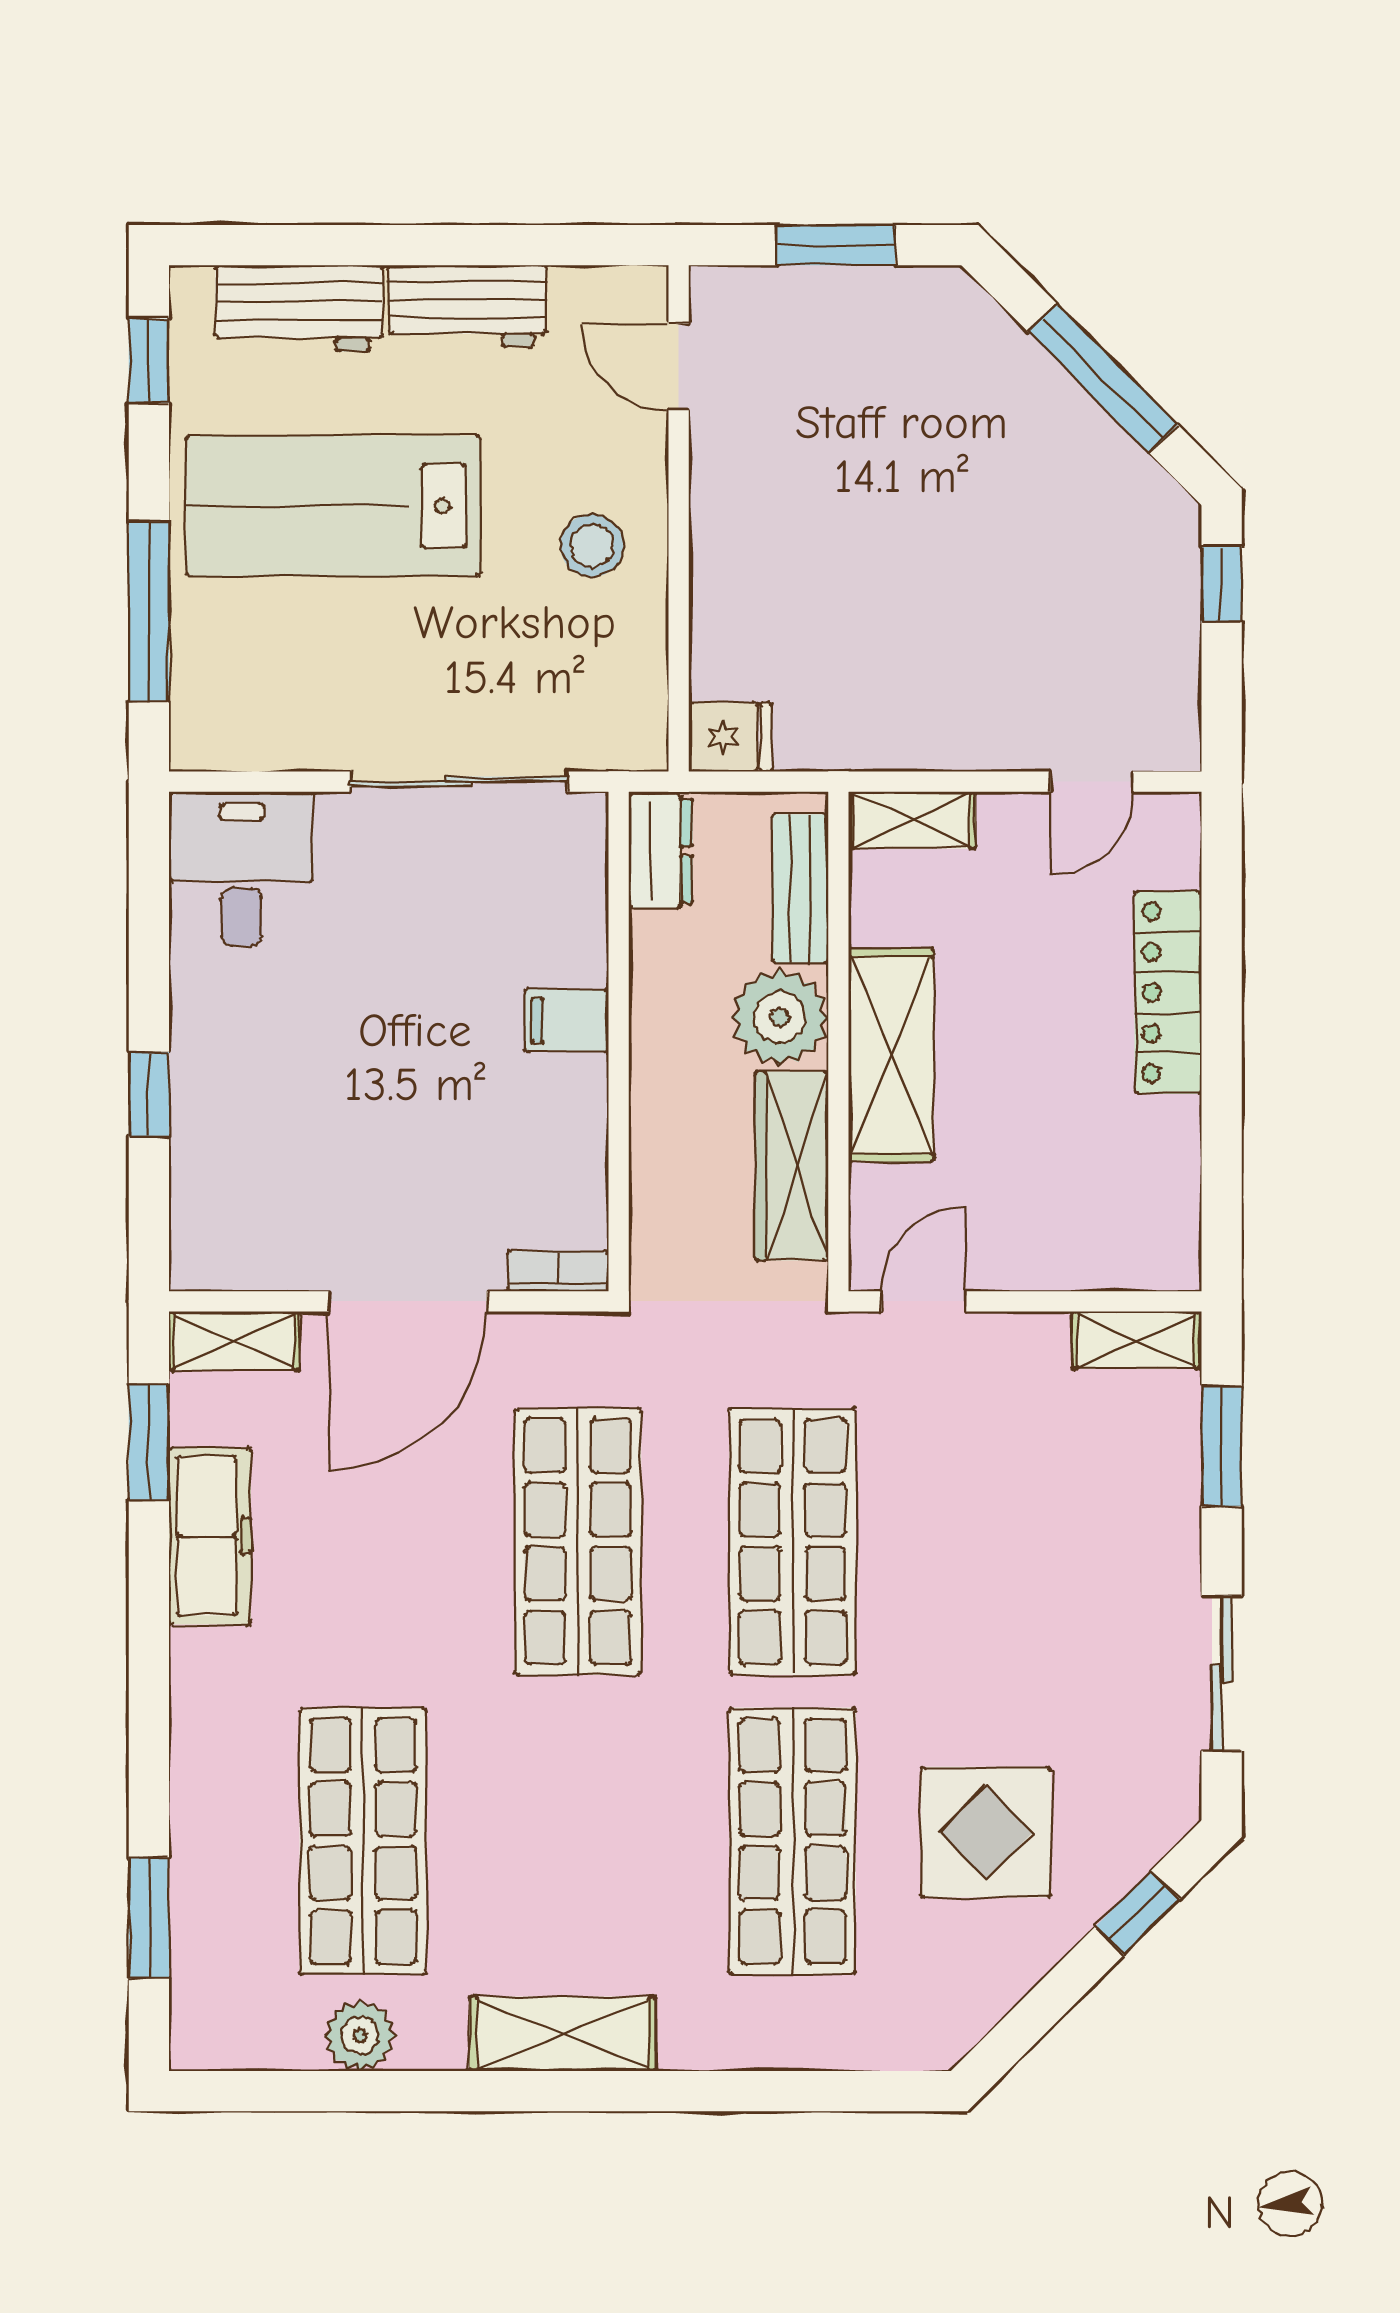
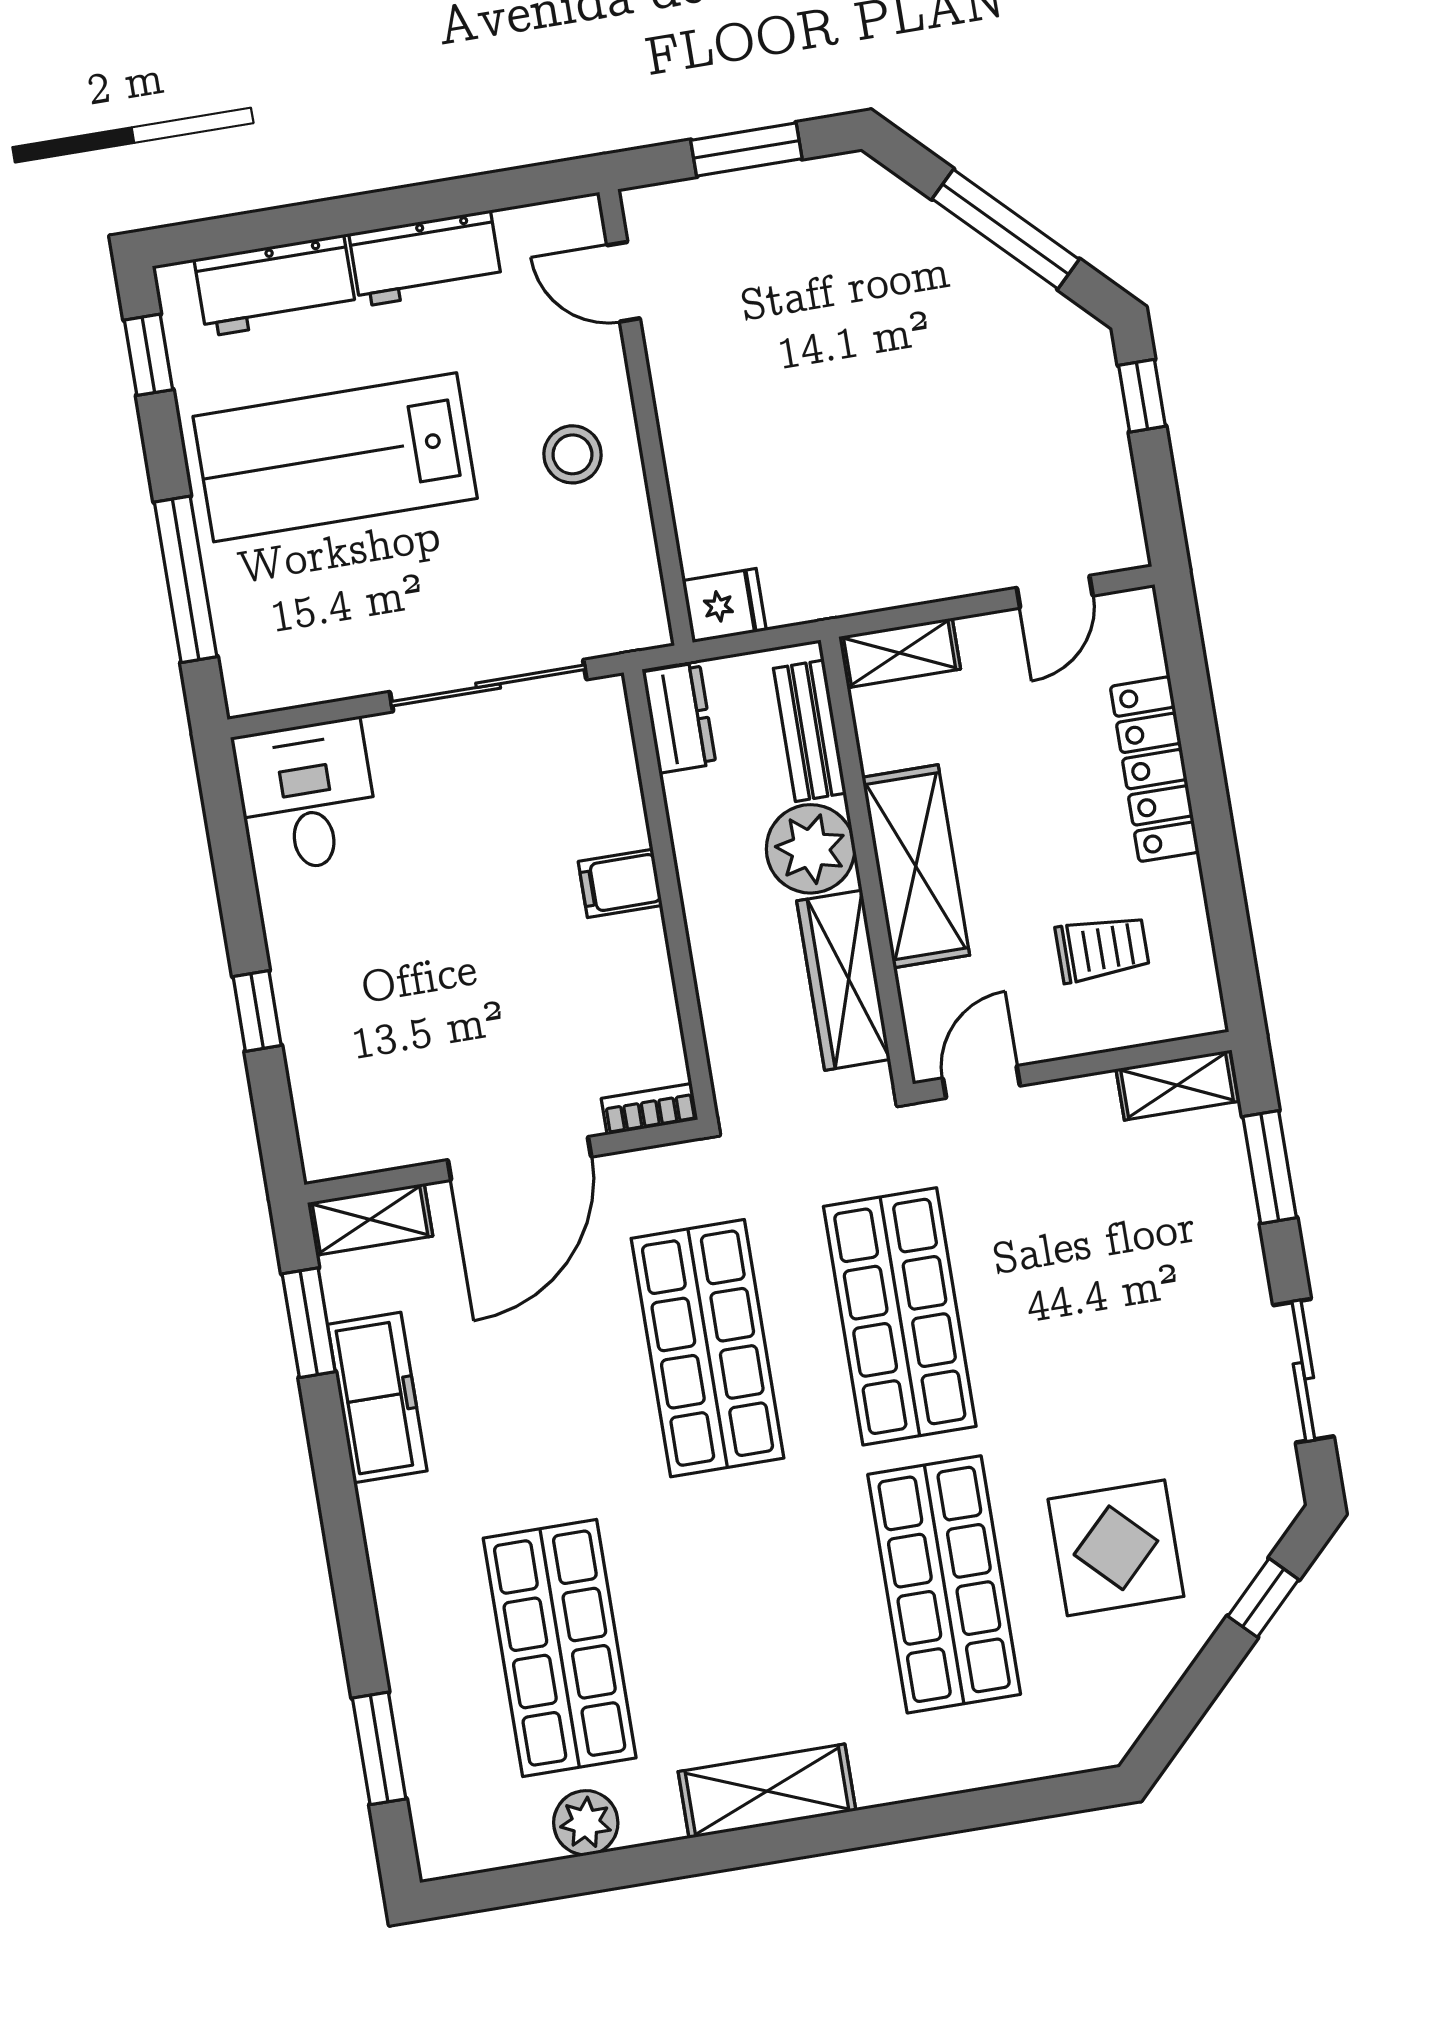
trolley: (1079, 1178) -> (1102, 949), added

